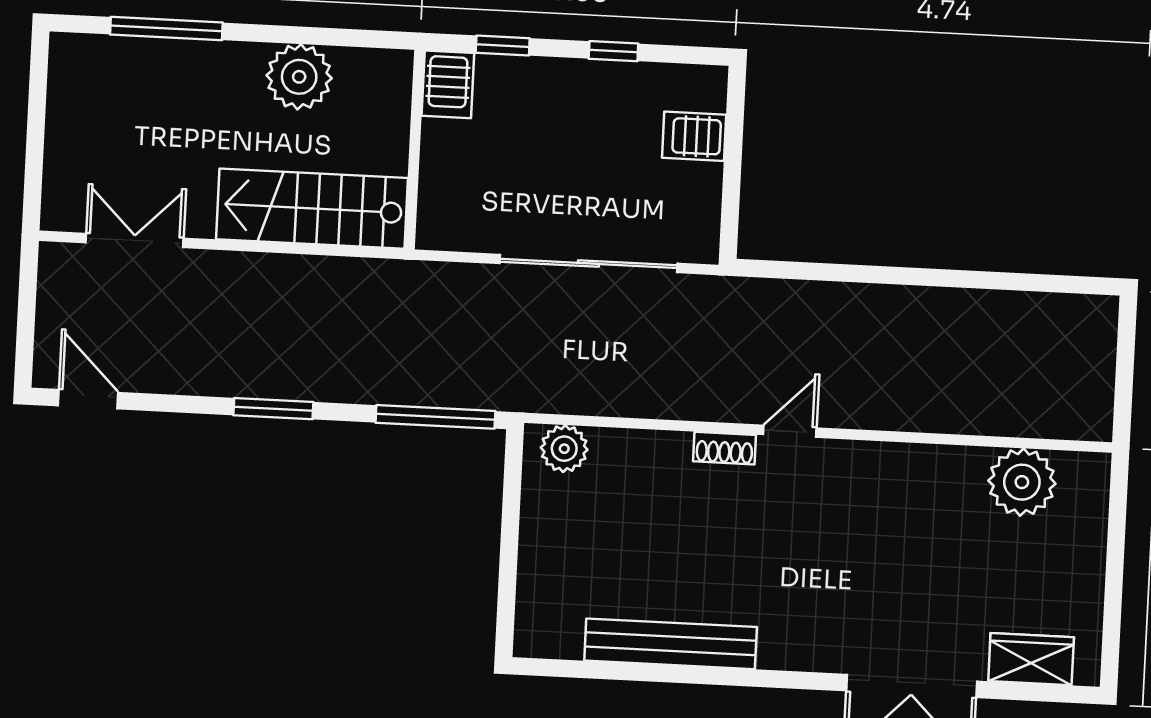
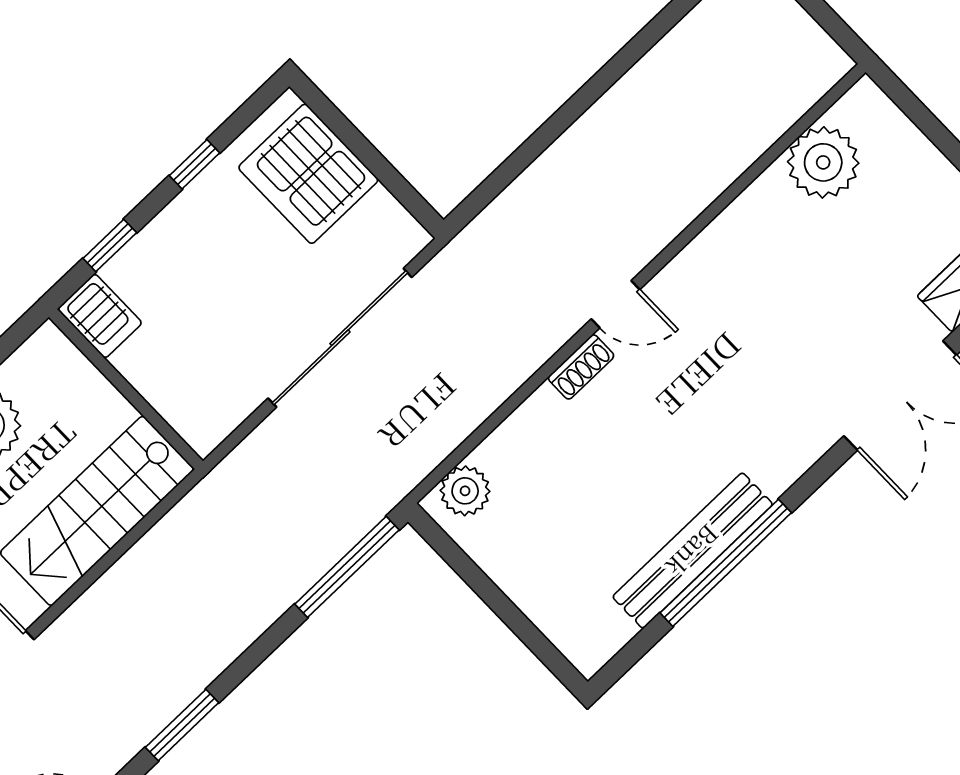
server rack: (694, 136) -> (308, 174), width x2.18, depth x1.44
window: (273, 409) -> (182, 725), moved
door: (790, 431) -> (615, 304), swing flipped
window: (684, 674) -> (726, 563), added

